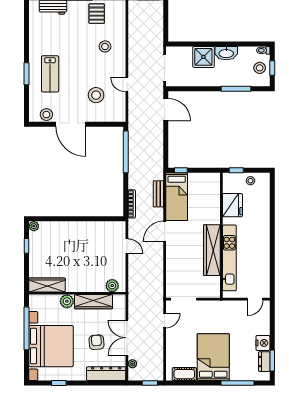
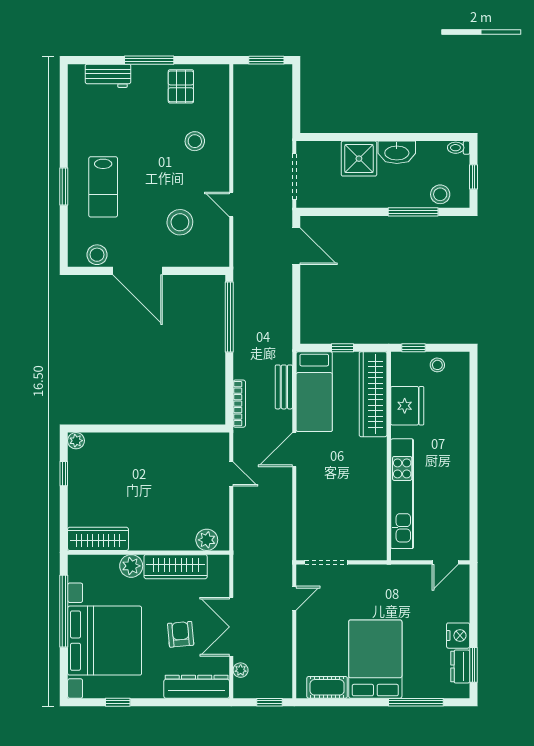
stool: (260, 68) -> (440, 194), moved
window: (181, 170) -> (342, 348), moved
wardrobe: (212, 250) -> (373, 394), moved

